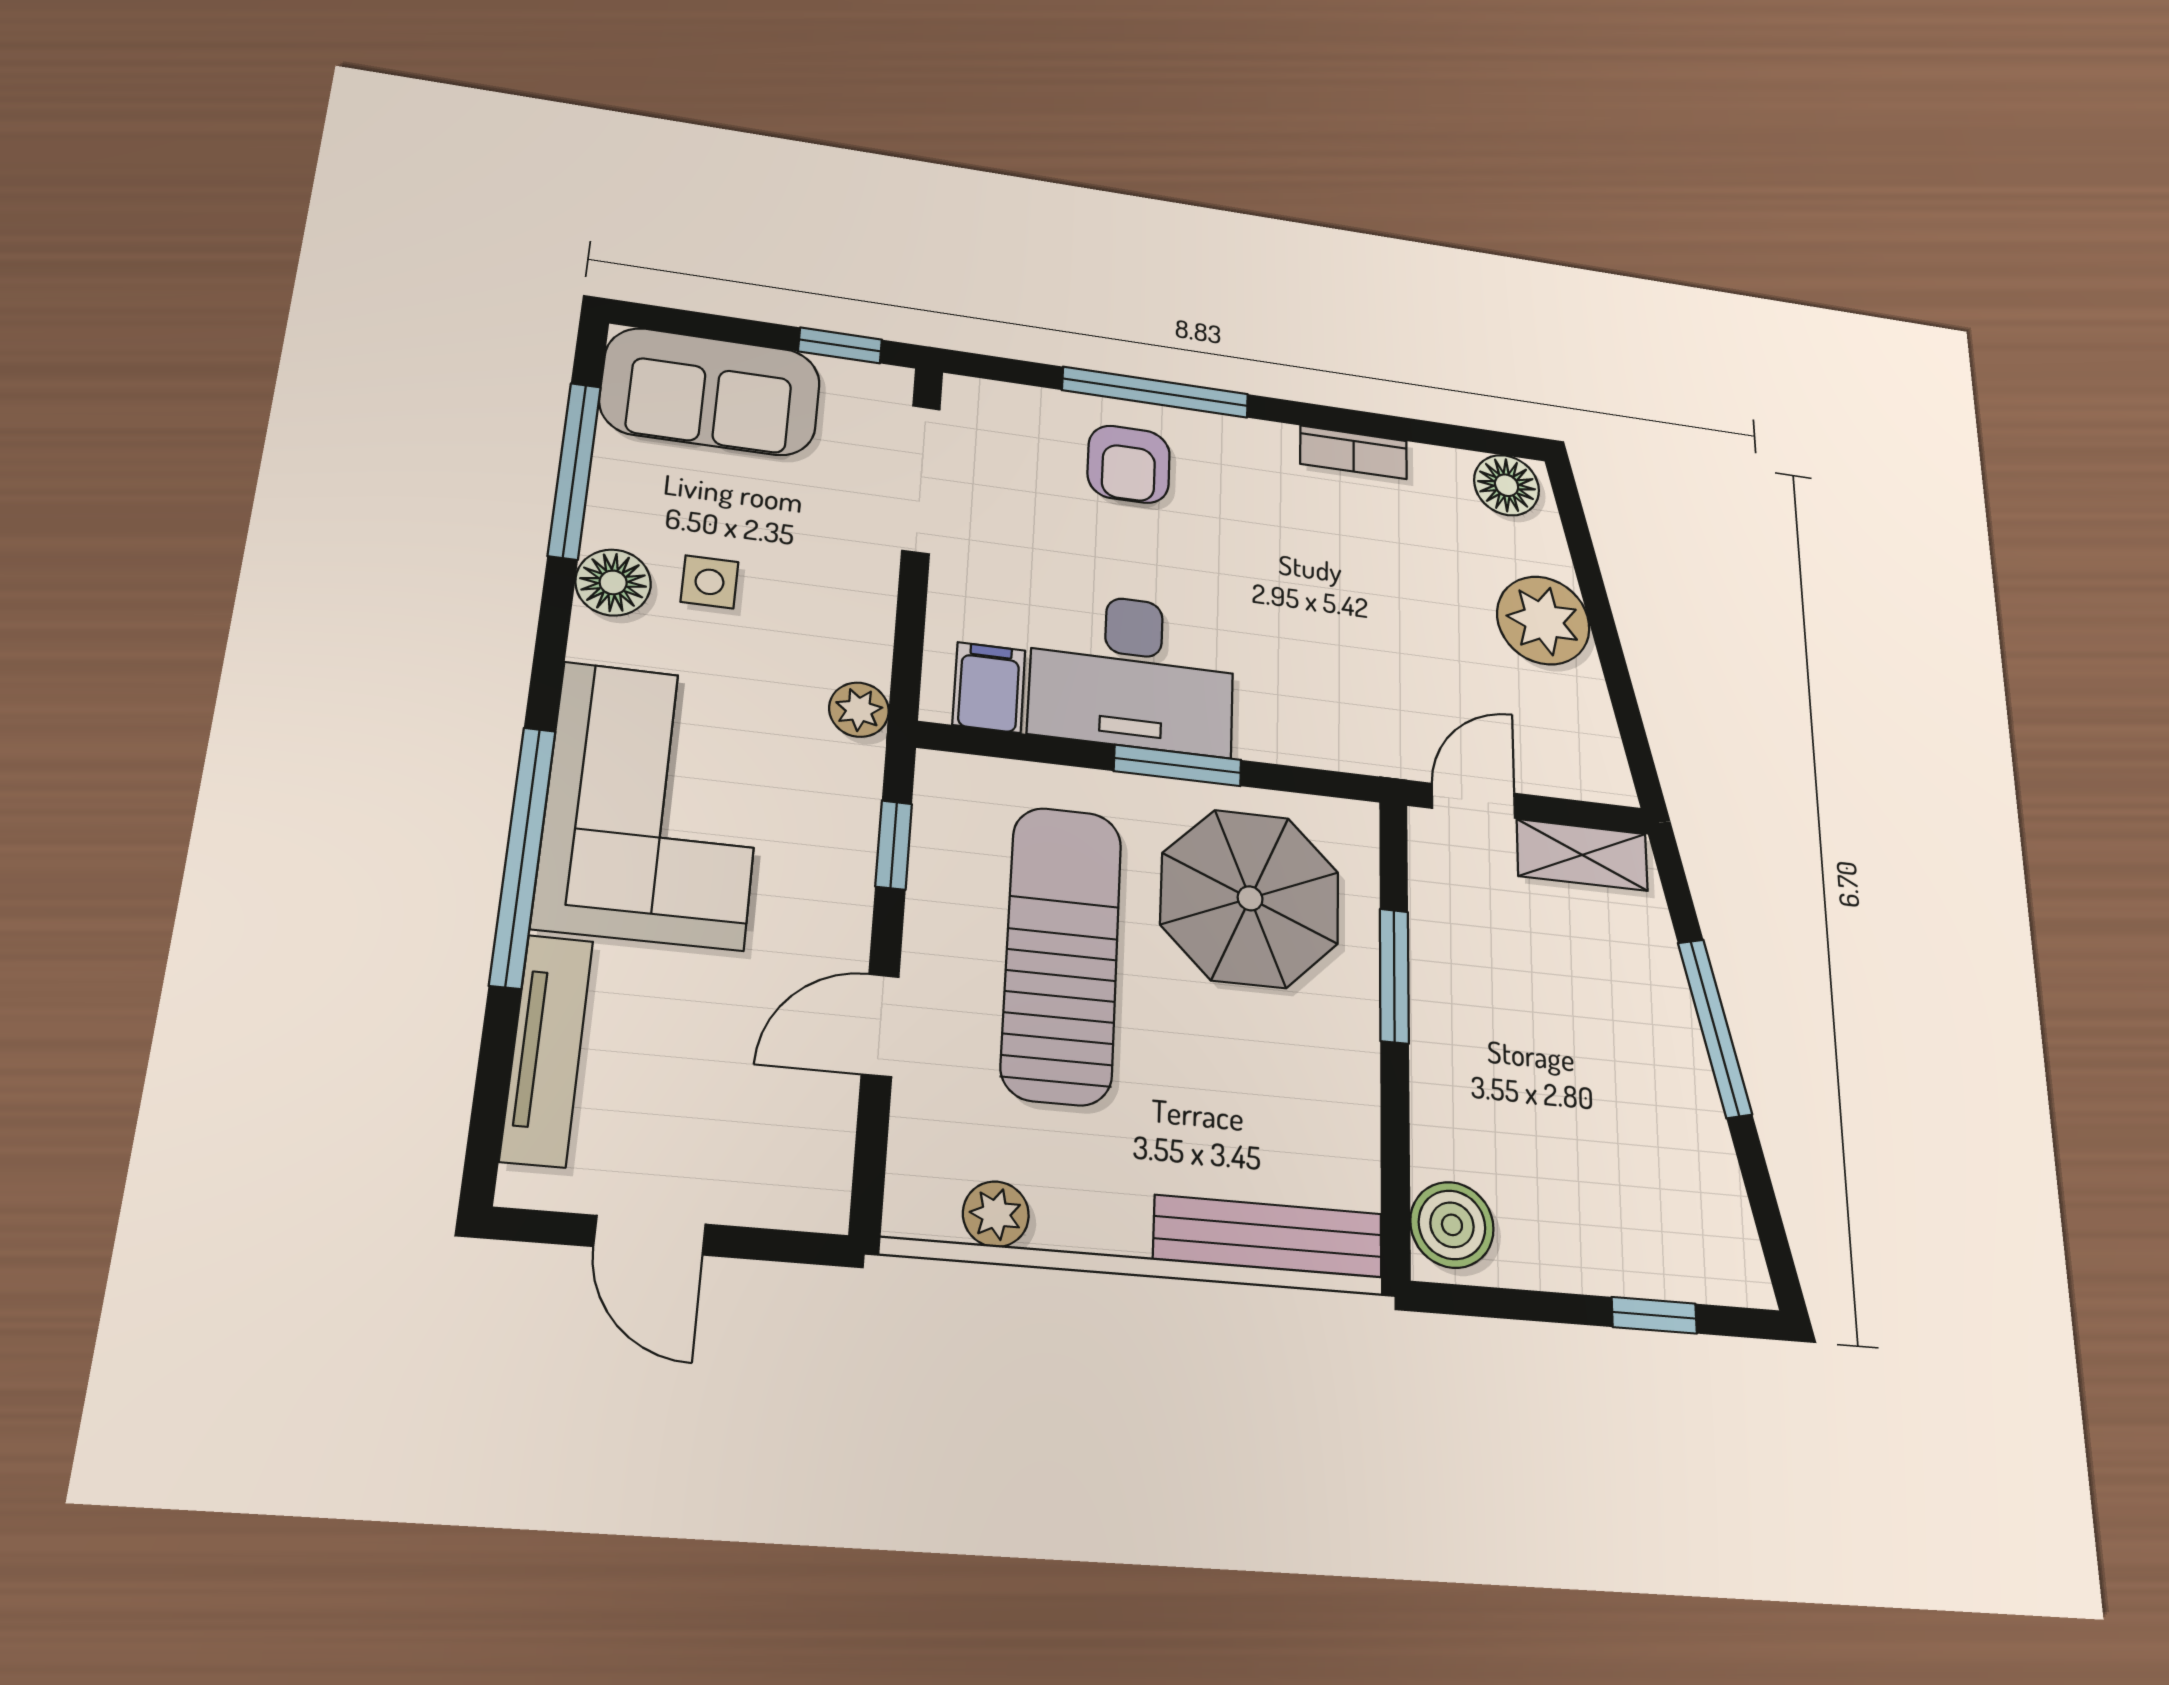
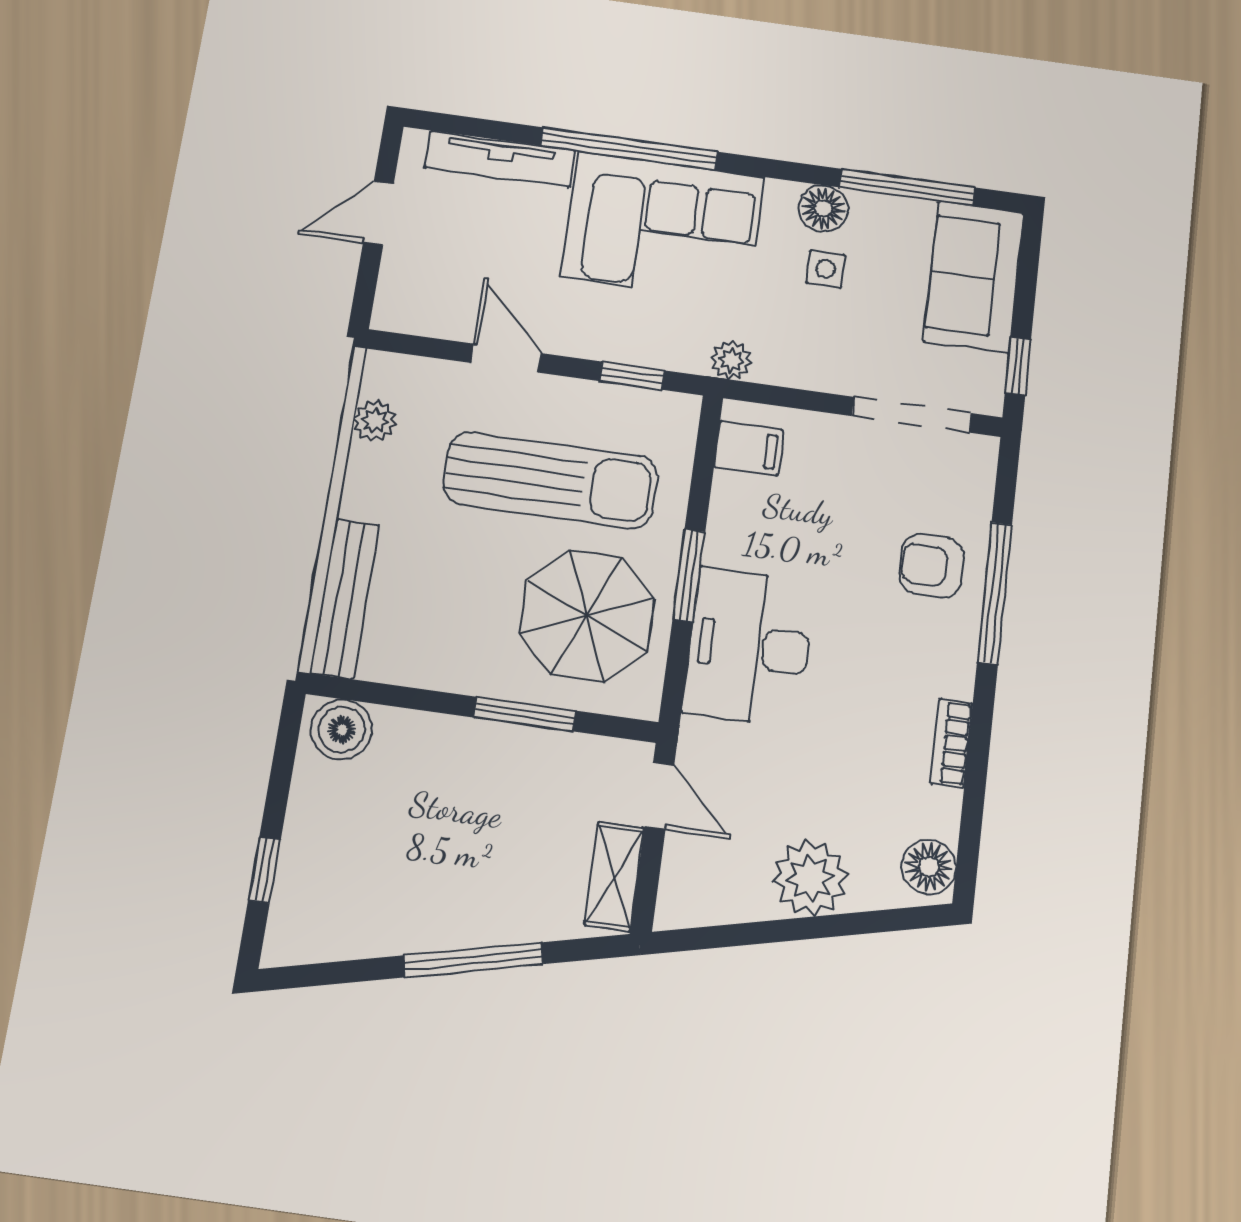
desk: (1132, 672) -> (749, 647), moved

